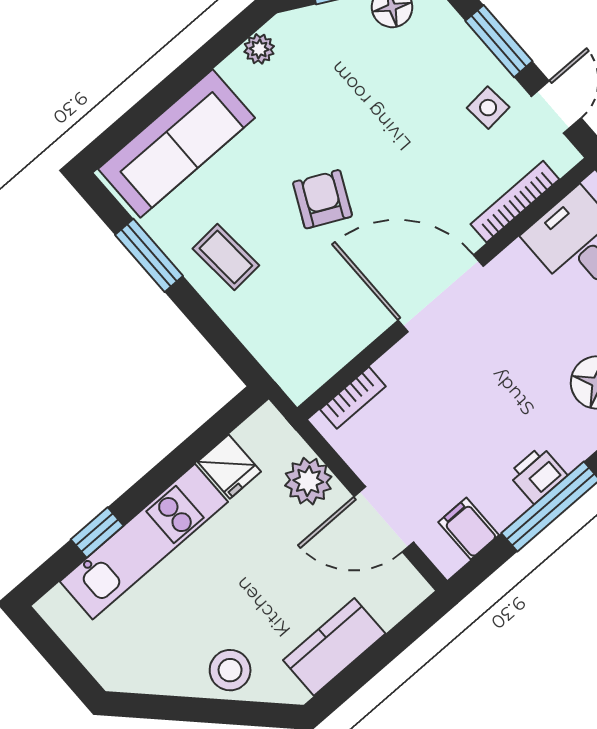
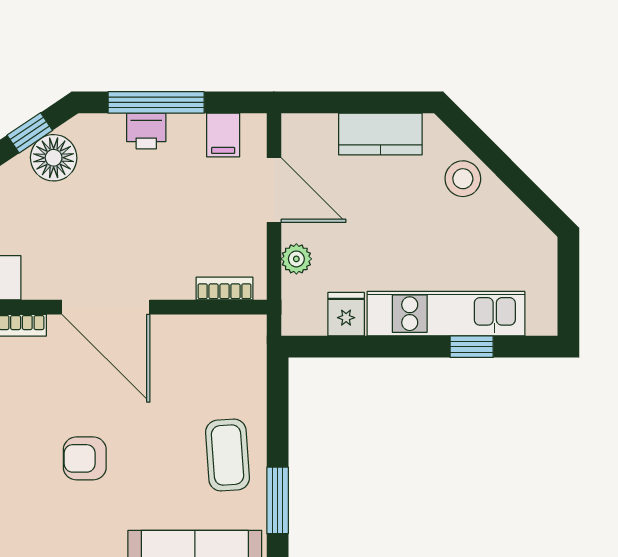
armchair: (322, 199) -> (85, 458), moved, turned 64
coffee table: (226, 257) -> (227, 455), width x1.36, depth x1.30
plant: (308, 481) -> (296, 259), width x0.73, depth x0.73

